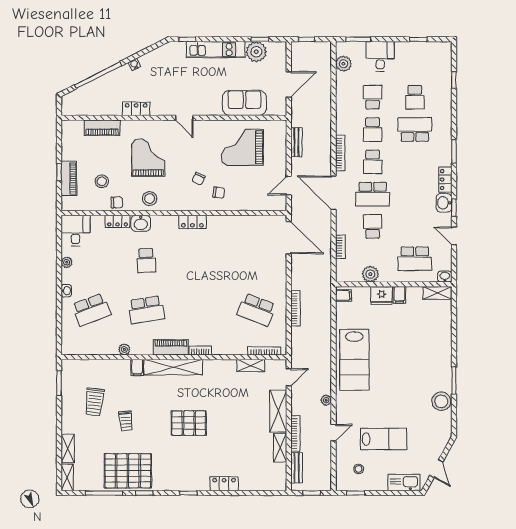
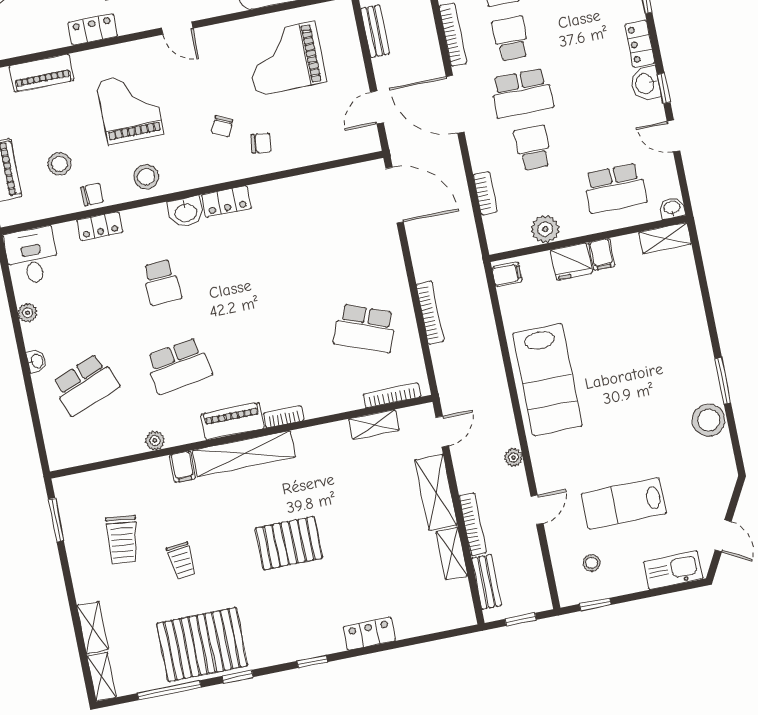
school desk: (373, 162) -> (511, 39), turned 180
washbasin: (141, 223) -> (186, 212), moved
lab bench: (384, 439) -> (624, 504), turned 180

